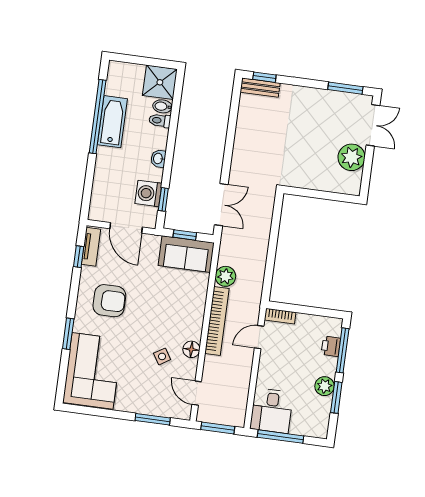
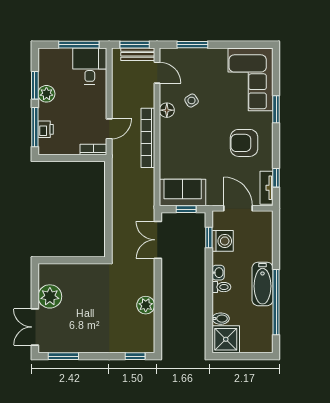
bench: (260, 88) -> (138, 54), moved
toilet: (160, 121) -> (221, 287), moved
bathtub: (112, 122) -> (262, 284), moved
plant: (225, 276) -> (146, 305), moved

